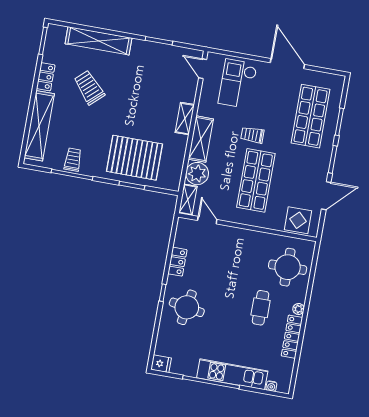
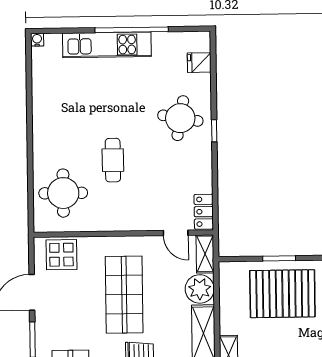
locker: (177, 262) -> (204, 212), moved
cafe table: (261, 308) -> (113, 160), moved
plant: (299, 309) -> (39, 143), removed
locker: (292, 337) -> (41, 107), removed
fridge: (161, 364) -> (199, 63), moved
water cooler: (271, 386) -> (37, 40), moved

